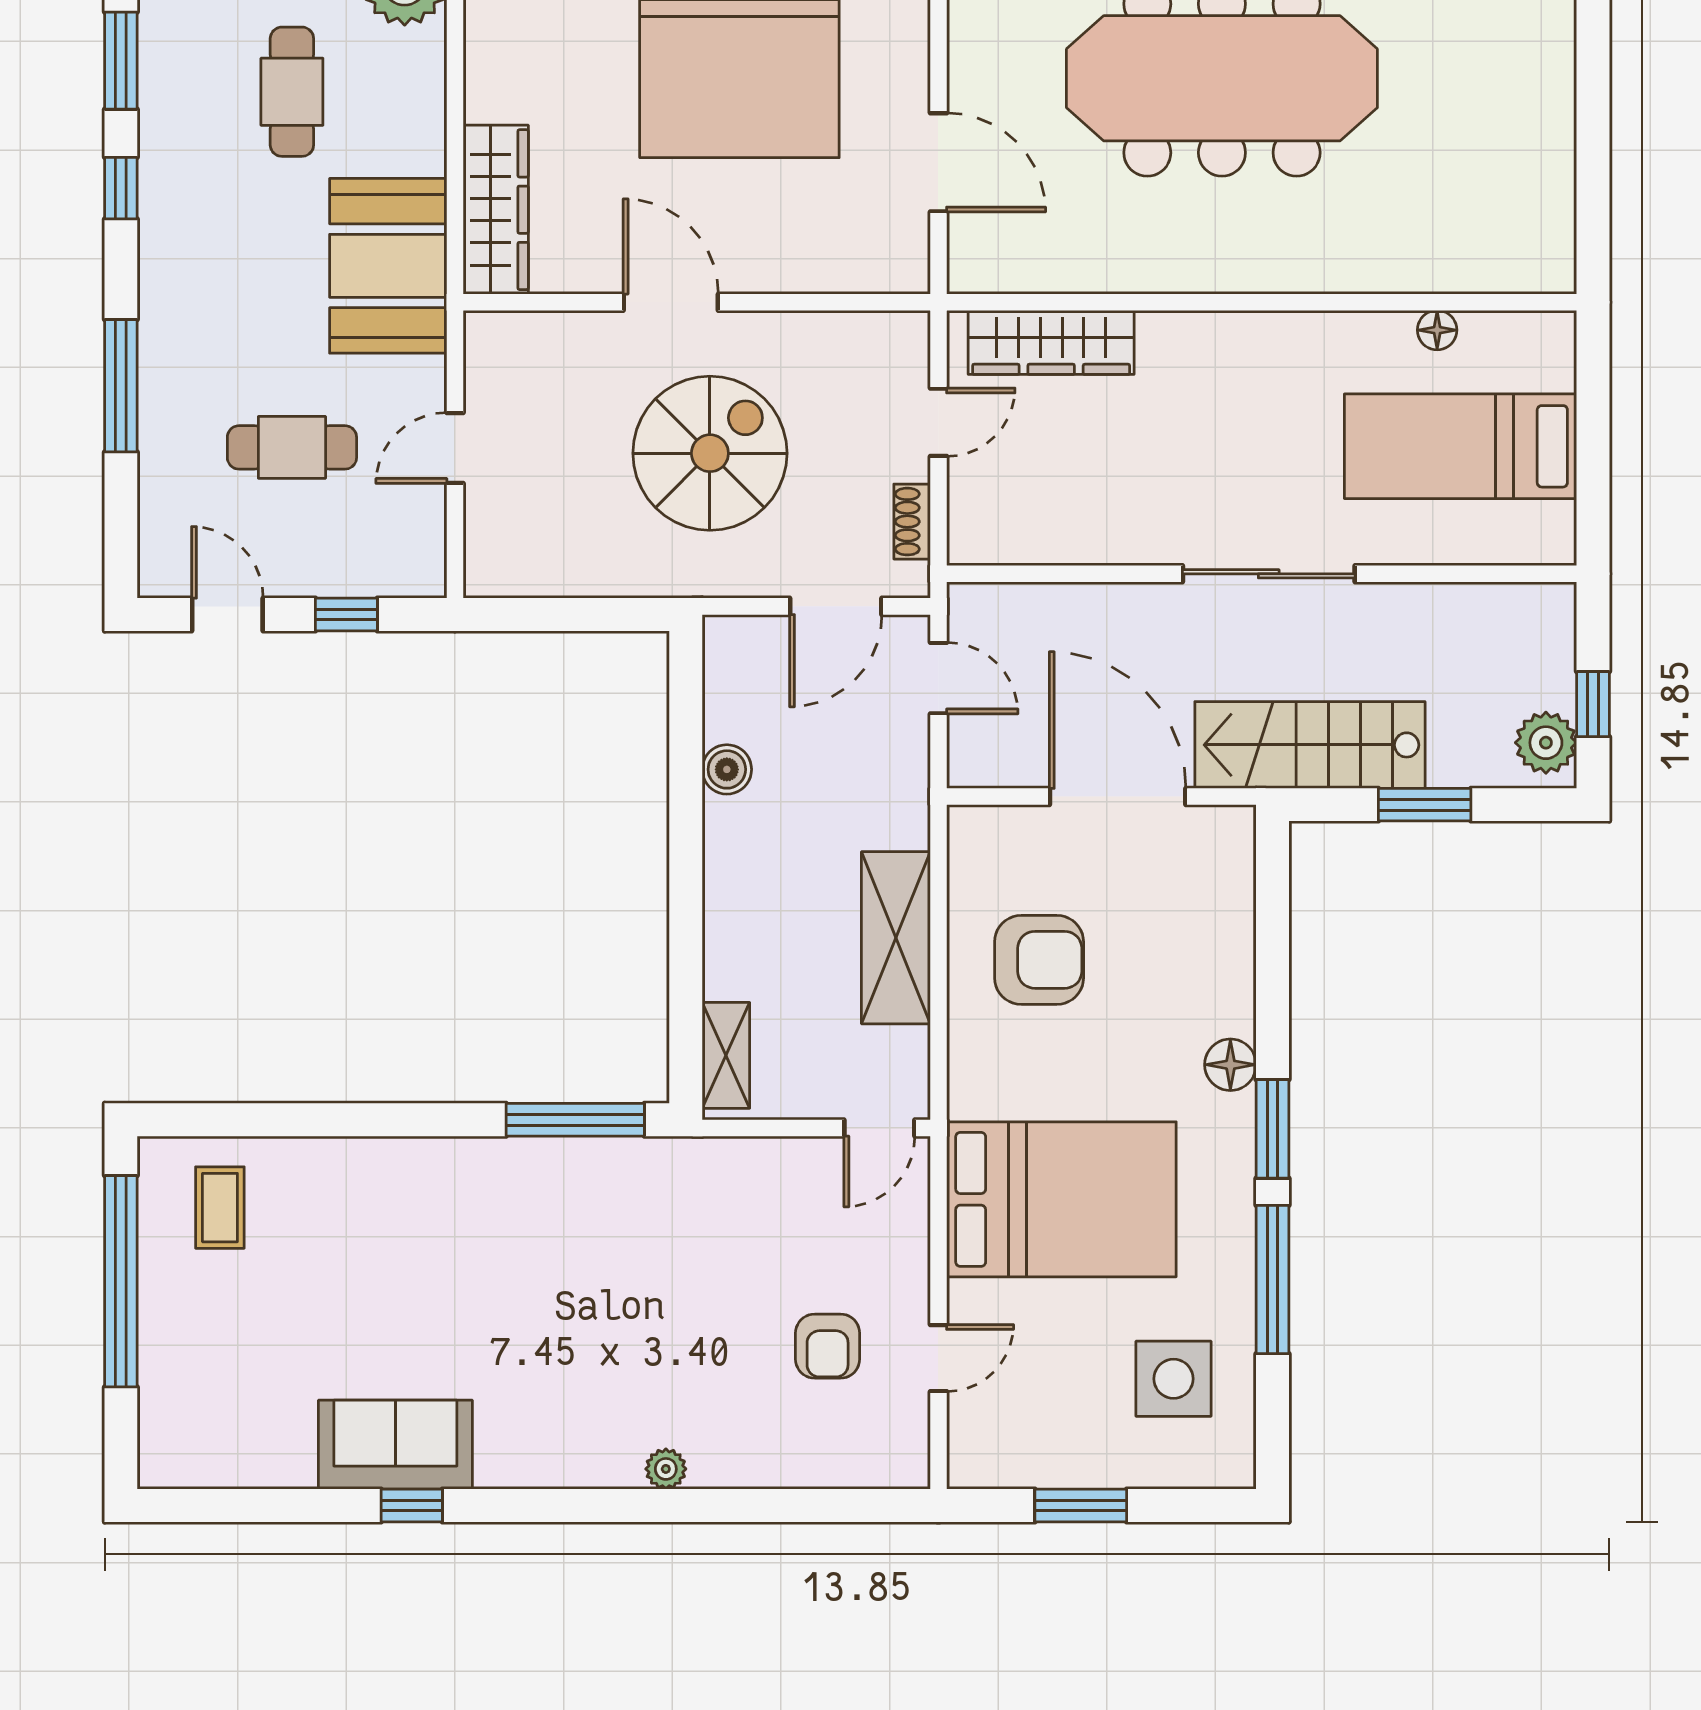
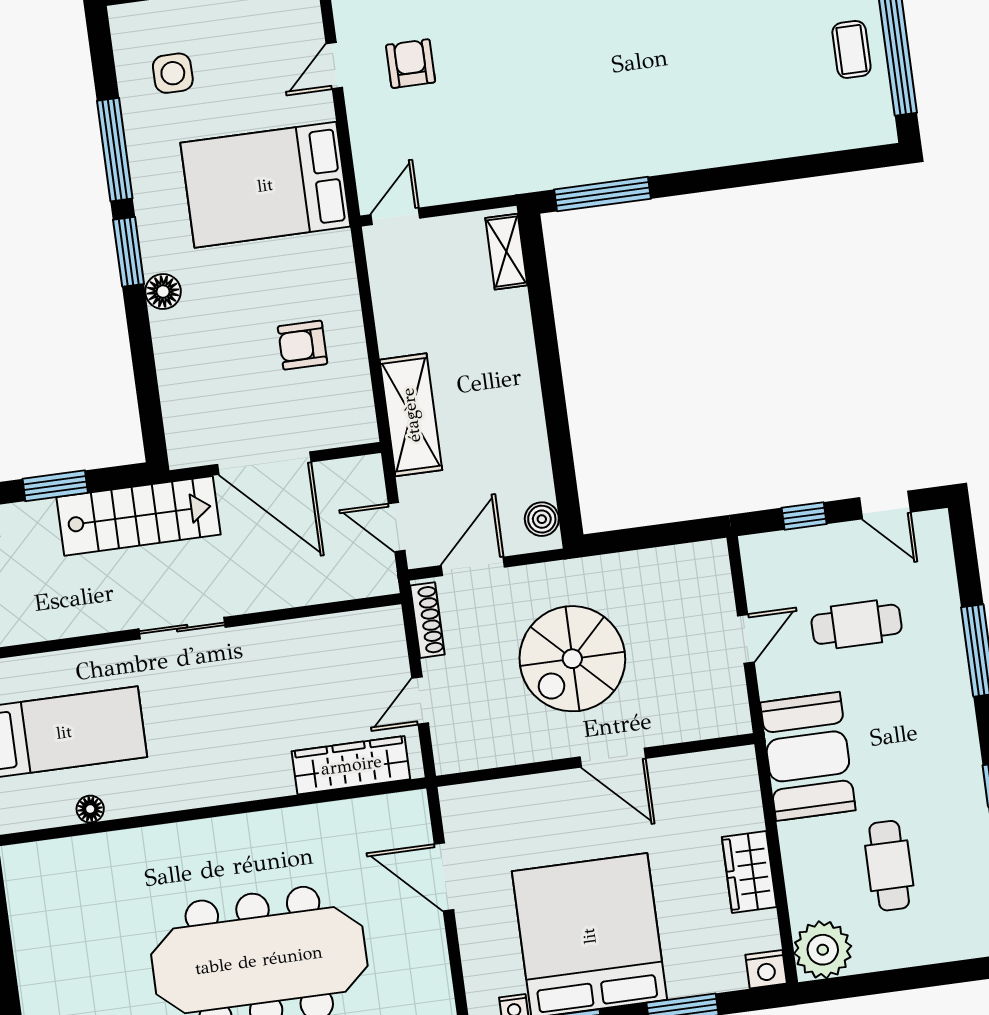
wardrobe: (496, 210) -> (749, 872), moved, width x0.67
shoe rack: (912, 522) -> (427, 620), width x1.43
sliding door: (1269, 574) -> (182, 628), width x0.73
boiler: (727, 769) -> (542, 519), moved
shelving: (896, 938) -> (411, 415), moved
armchair: (1039, 960) -> (303, 345), width x0.72, depth x0.72
coffee table: (220, 1208) -> (851, 49), moved
side table: (1174, 1379) -> (173, 73), width x0.73, depth x0.73

